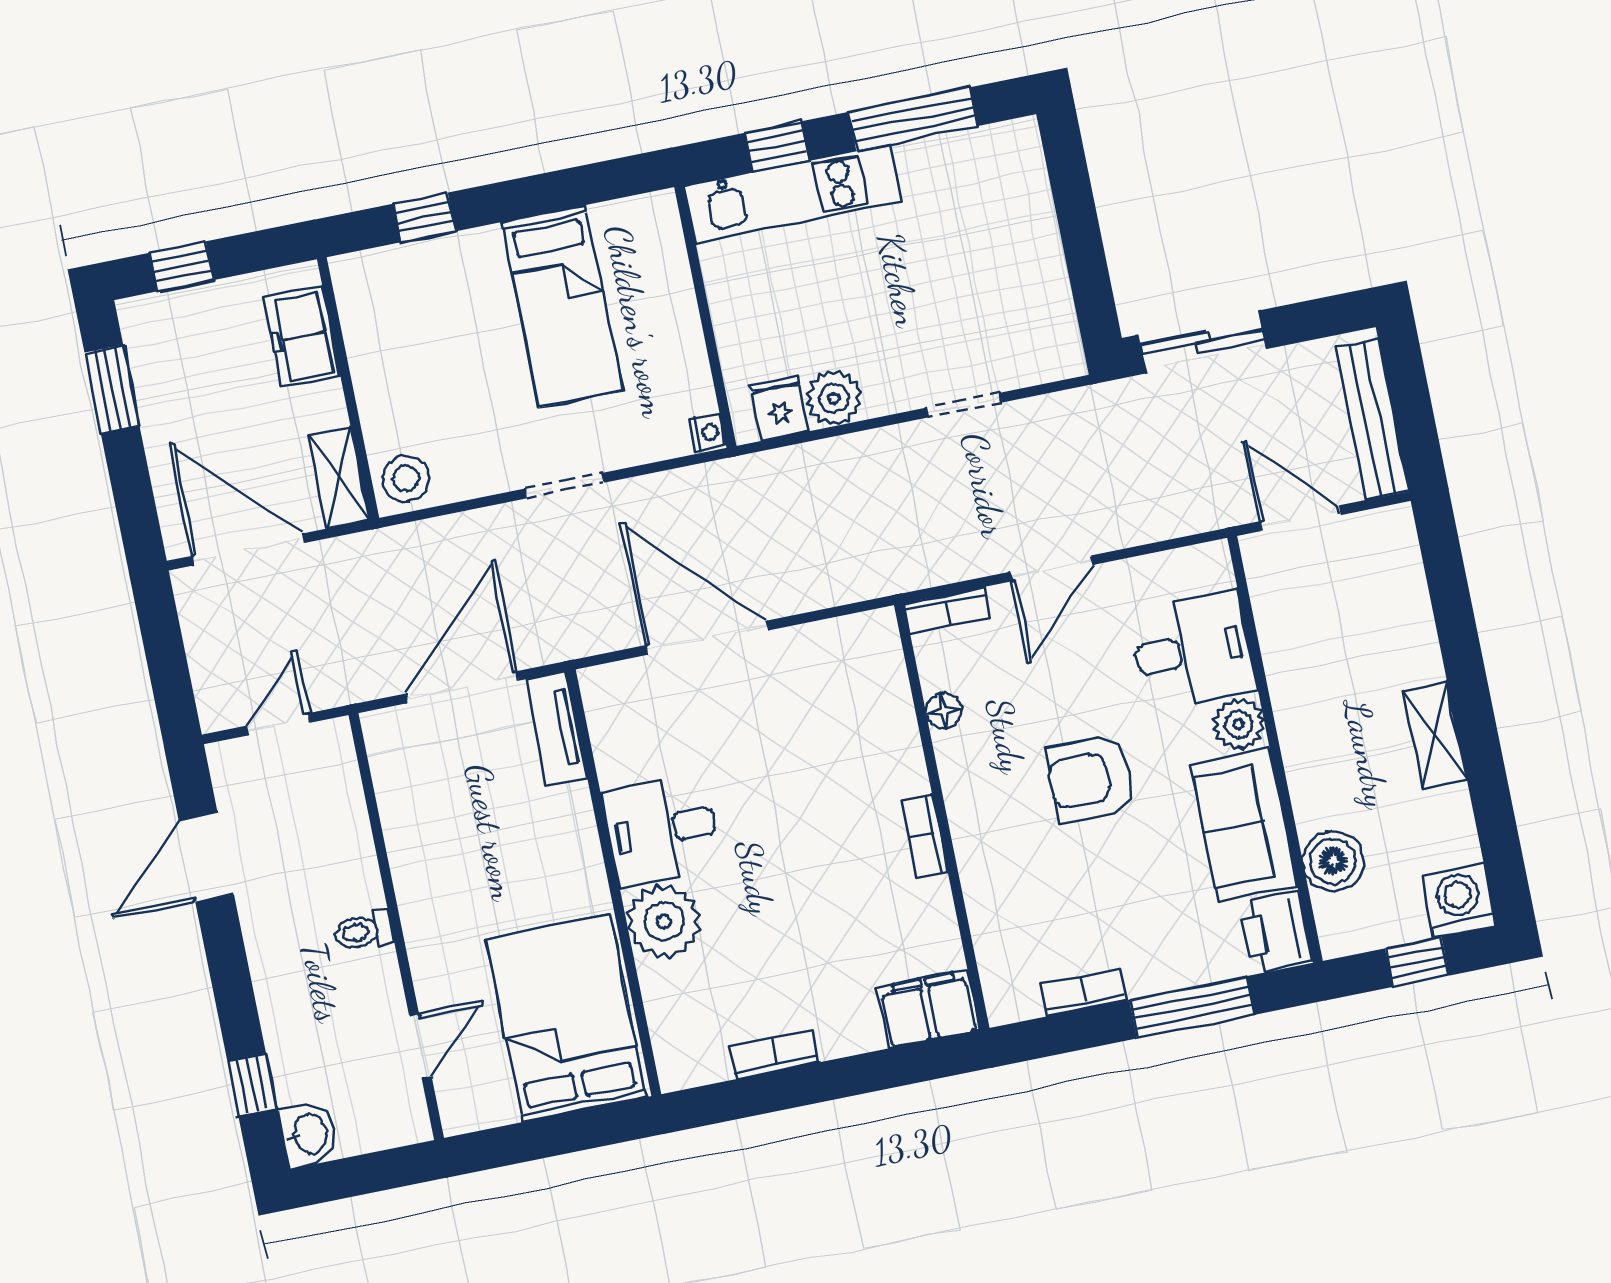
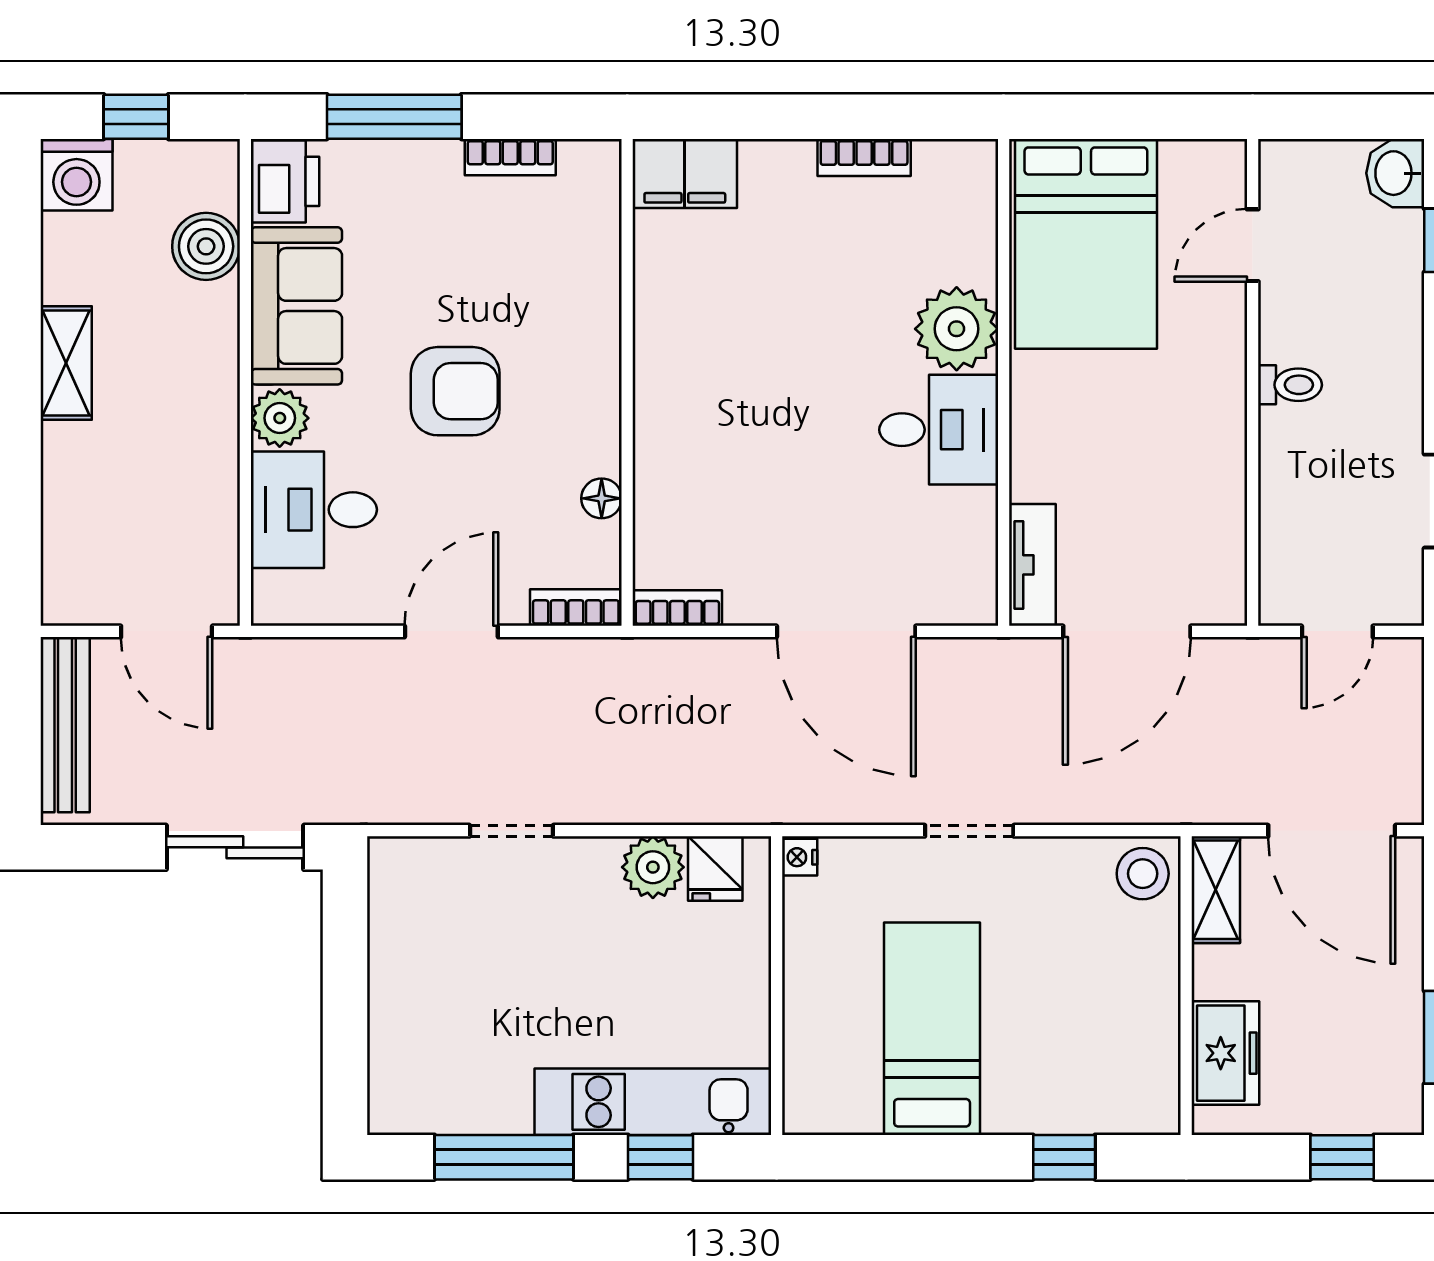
bookcase: (925, 836) -> (677, 608), moved, turned -90

